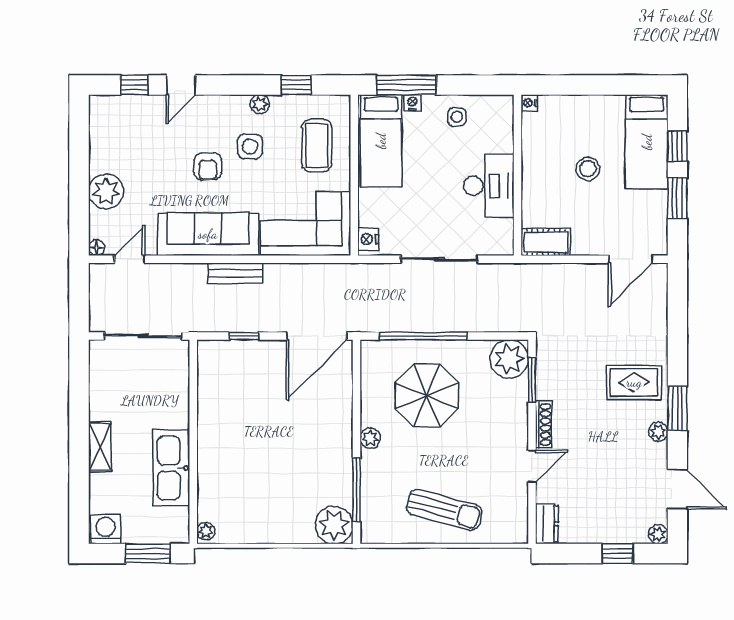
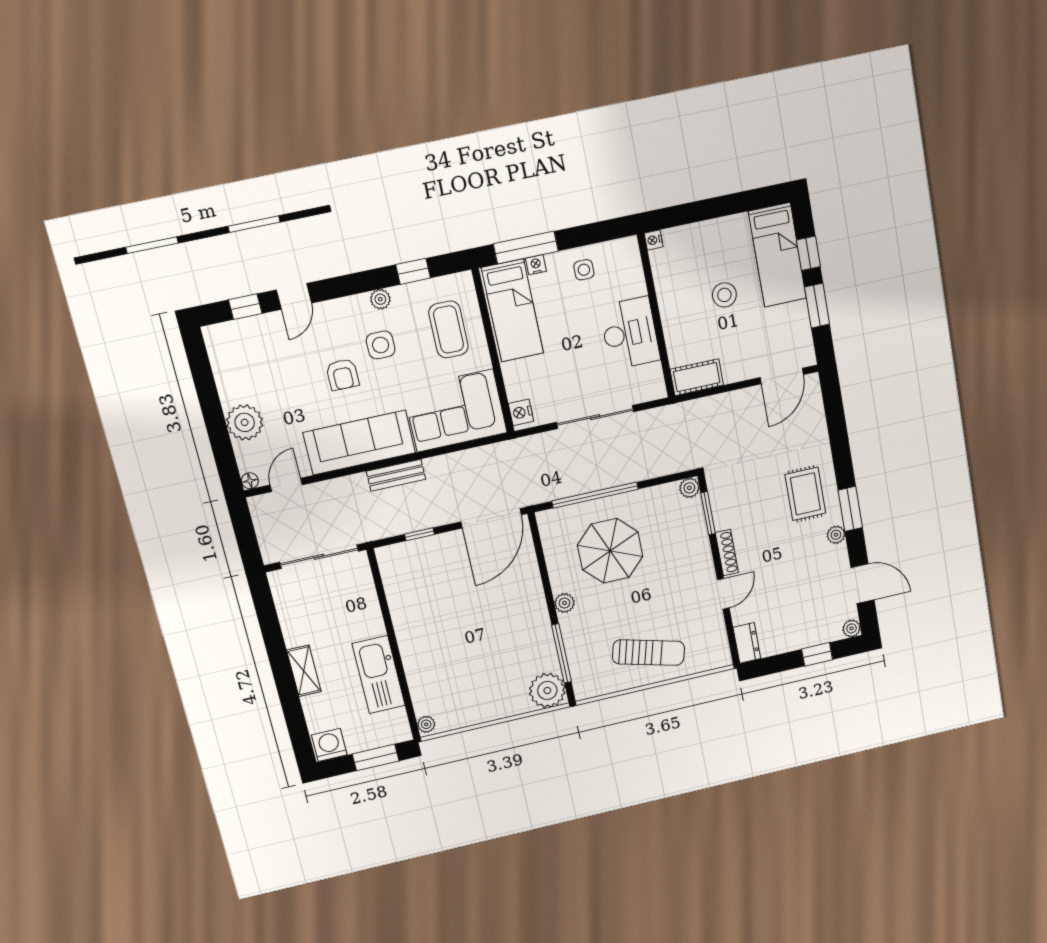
plant: (509, 359) -> (689, 488), width x0.53, depth x0.53
rug: (634, 382) -> (805, 494), turned 90

